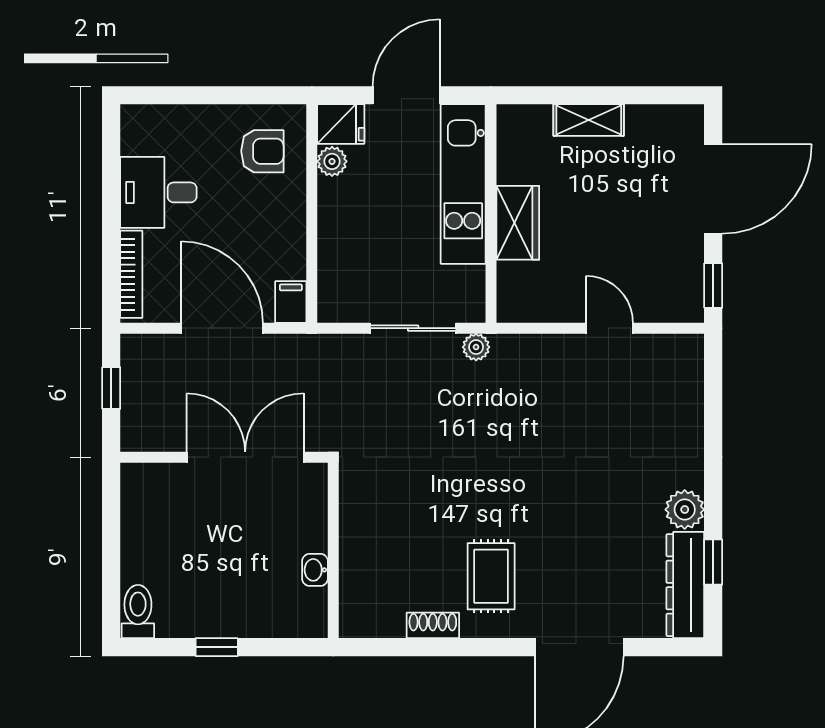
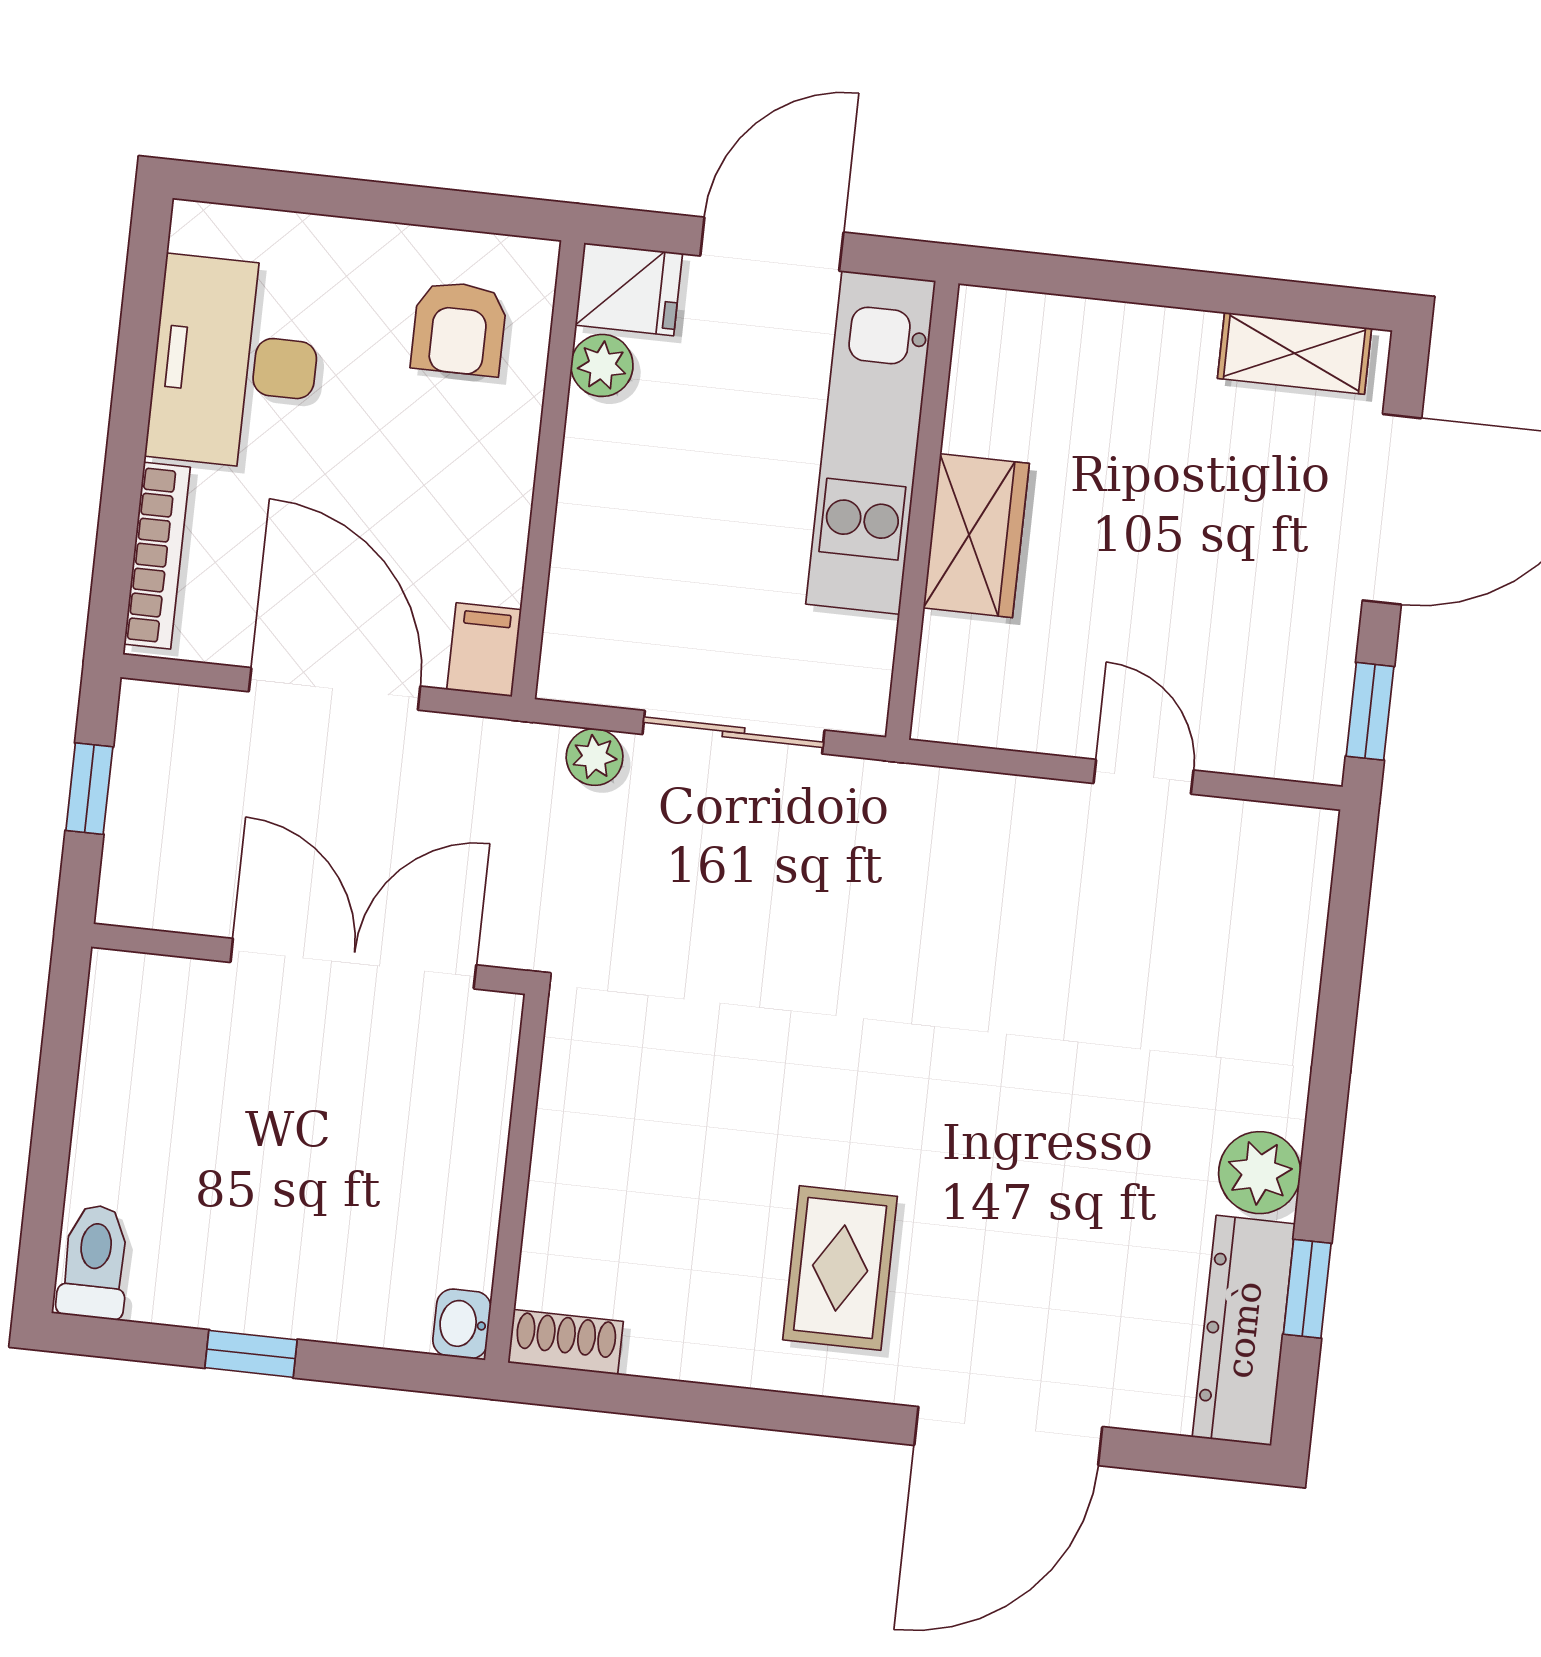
shelving: (589, 120) -> (1294, 353), moved
armchair: (262, 151) -> (459, 328), turned 90
desk: (158, 192) -> (235, 363), width x1.37
plant: (476, 347) -> (595, 757), moved
washbasin: (315, 570) -> (462, 1324), moved
shoe rack: (433, 625) -> (566, 1342), moved

